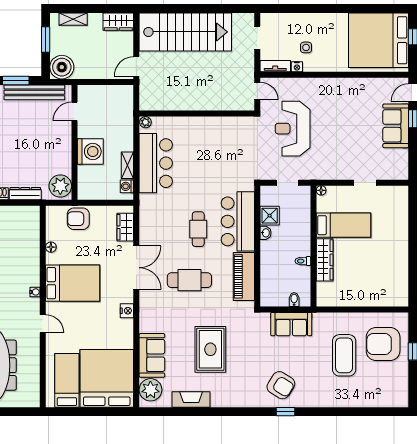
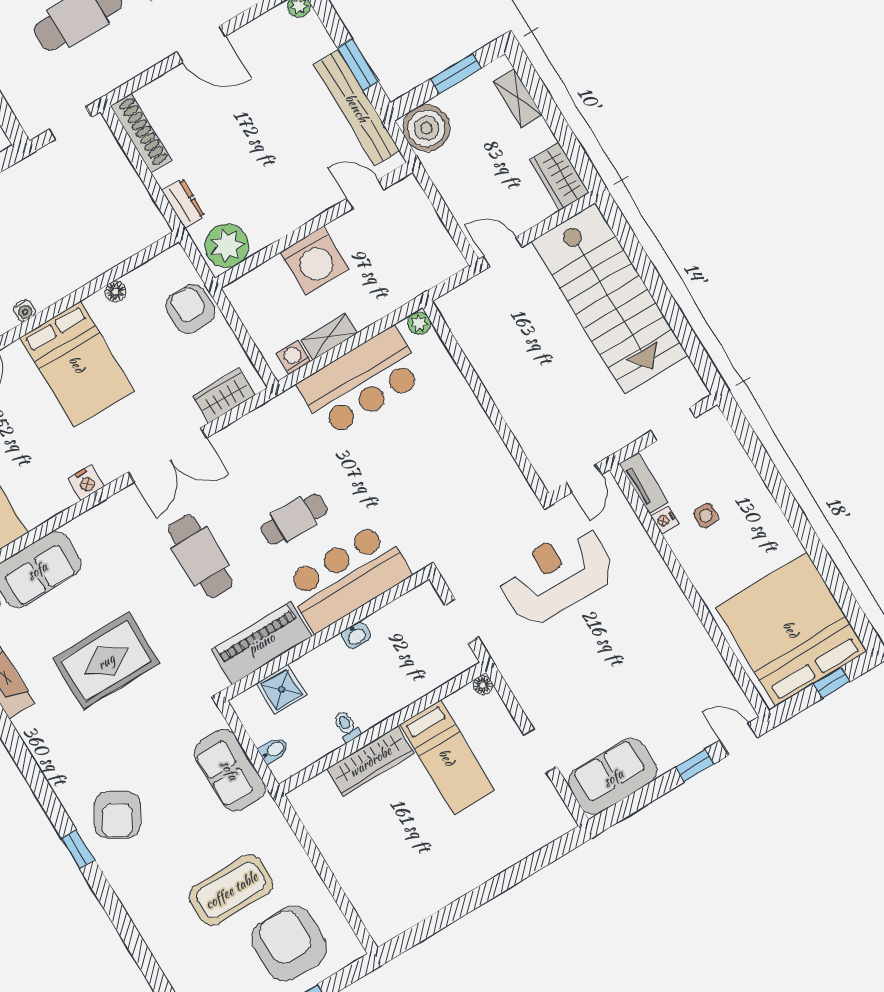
sofa: (396, 126) -> (613, 777), moved
dresser: (25, 194) -> (183, 203), width x0.70
shower: (270, 216) -> (282, 690), moved

